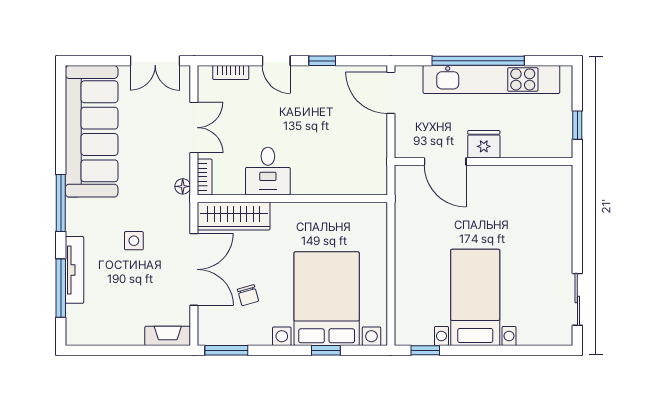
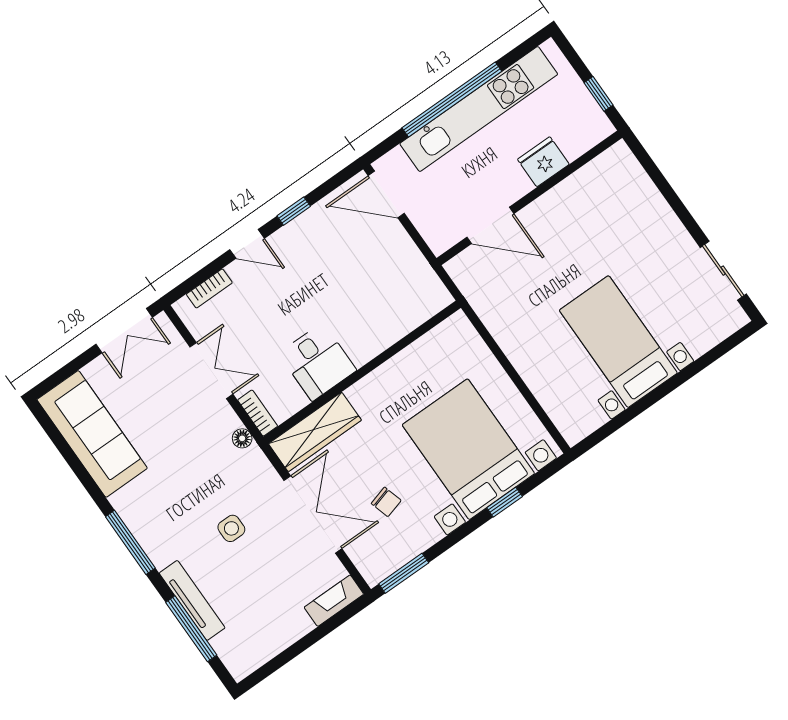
sofa: (92, 131) -> (92, 434), width x0.74, depth x0.79
fridge: (484, 144) -> (543, 162), moved
window: (425, 350) -> (605, 431), removed

